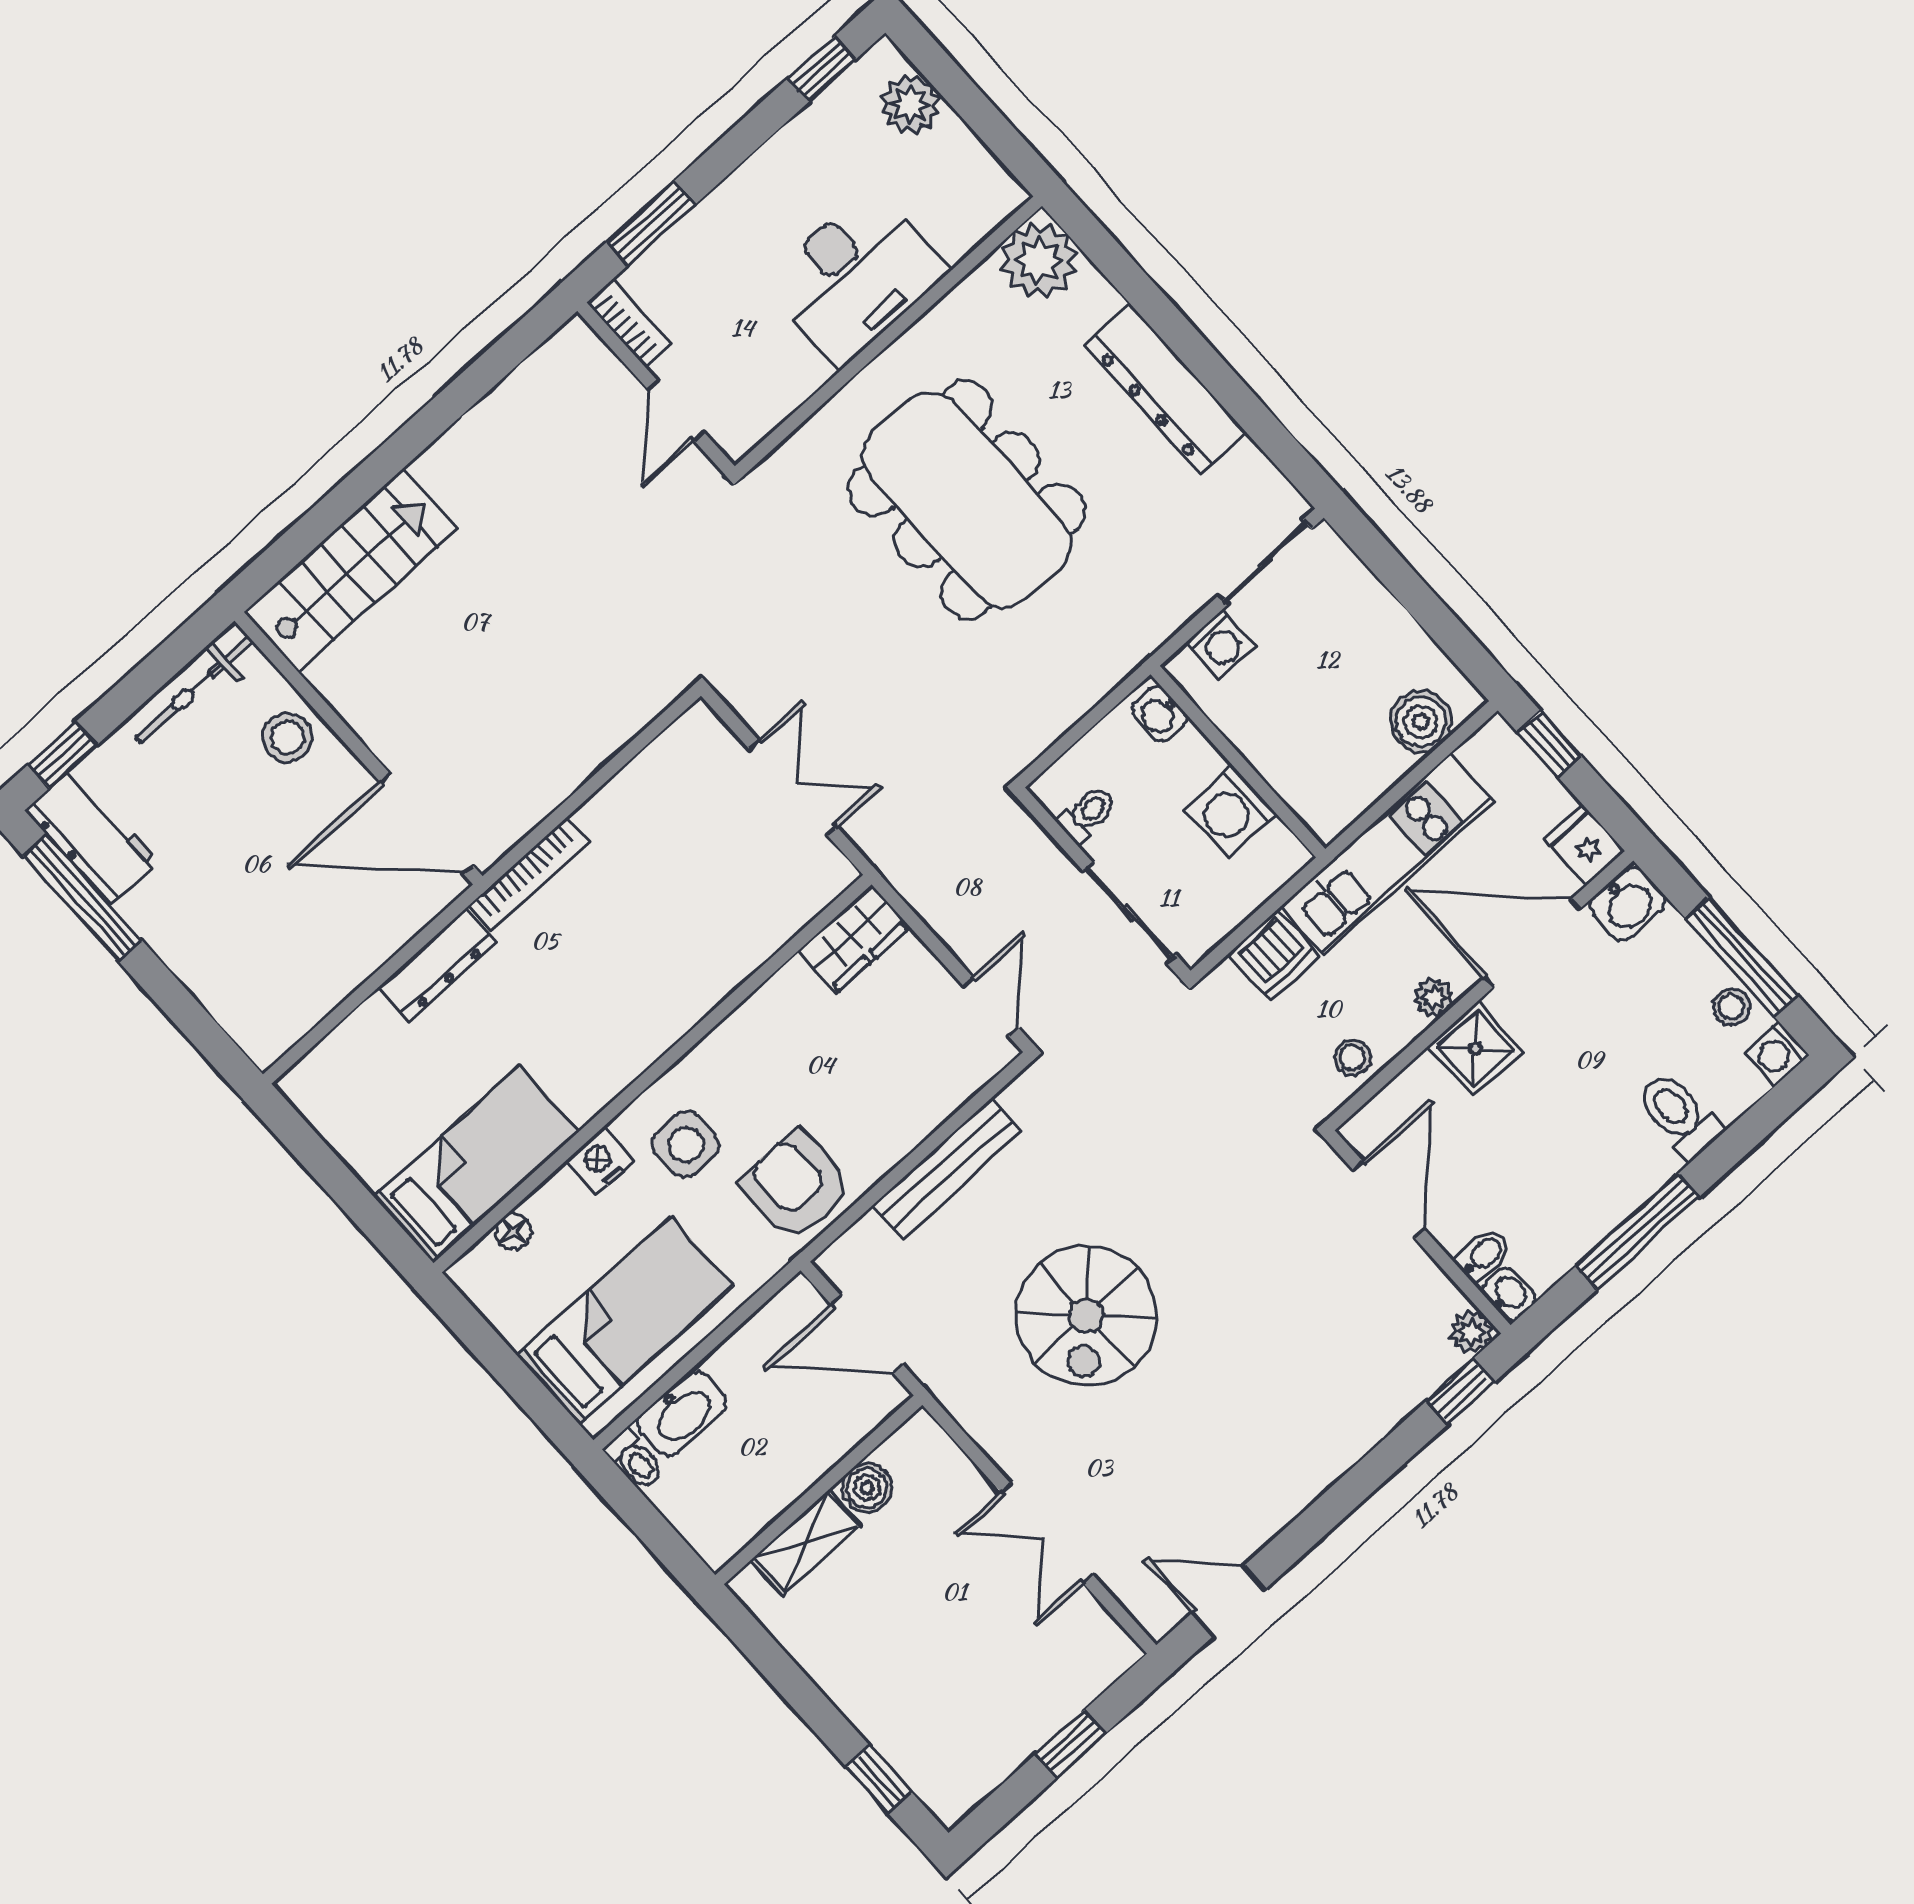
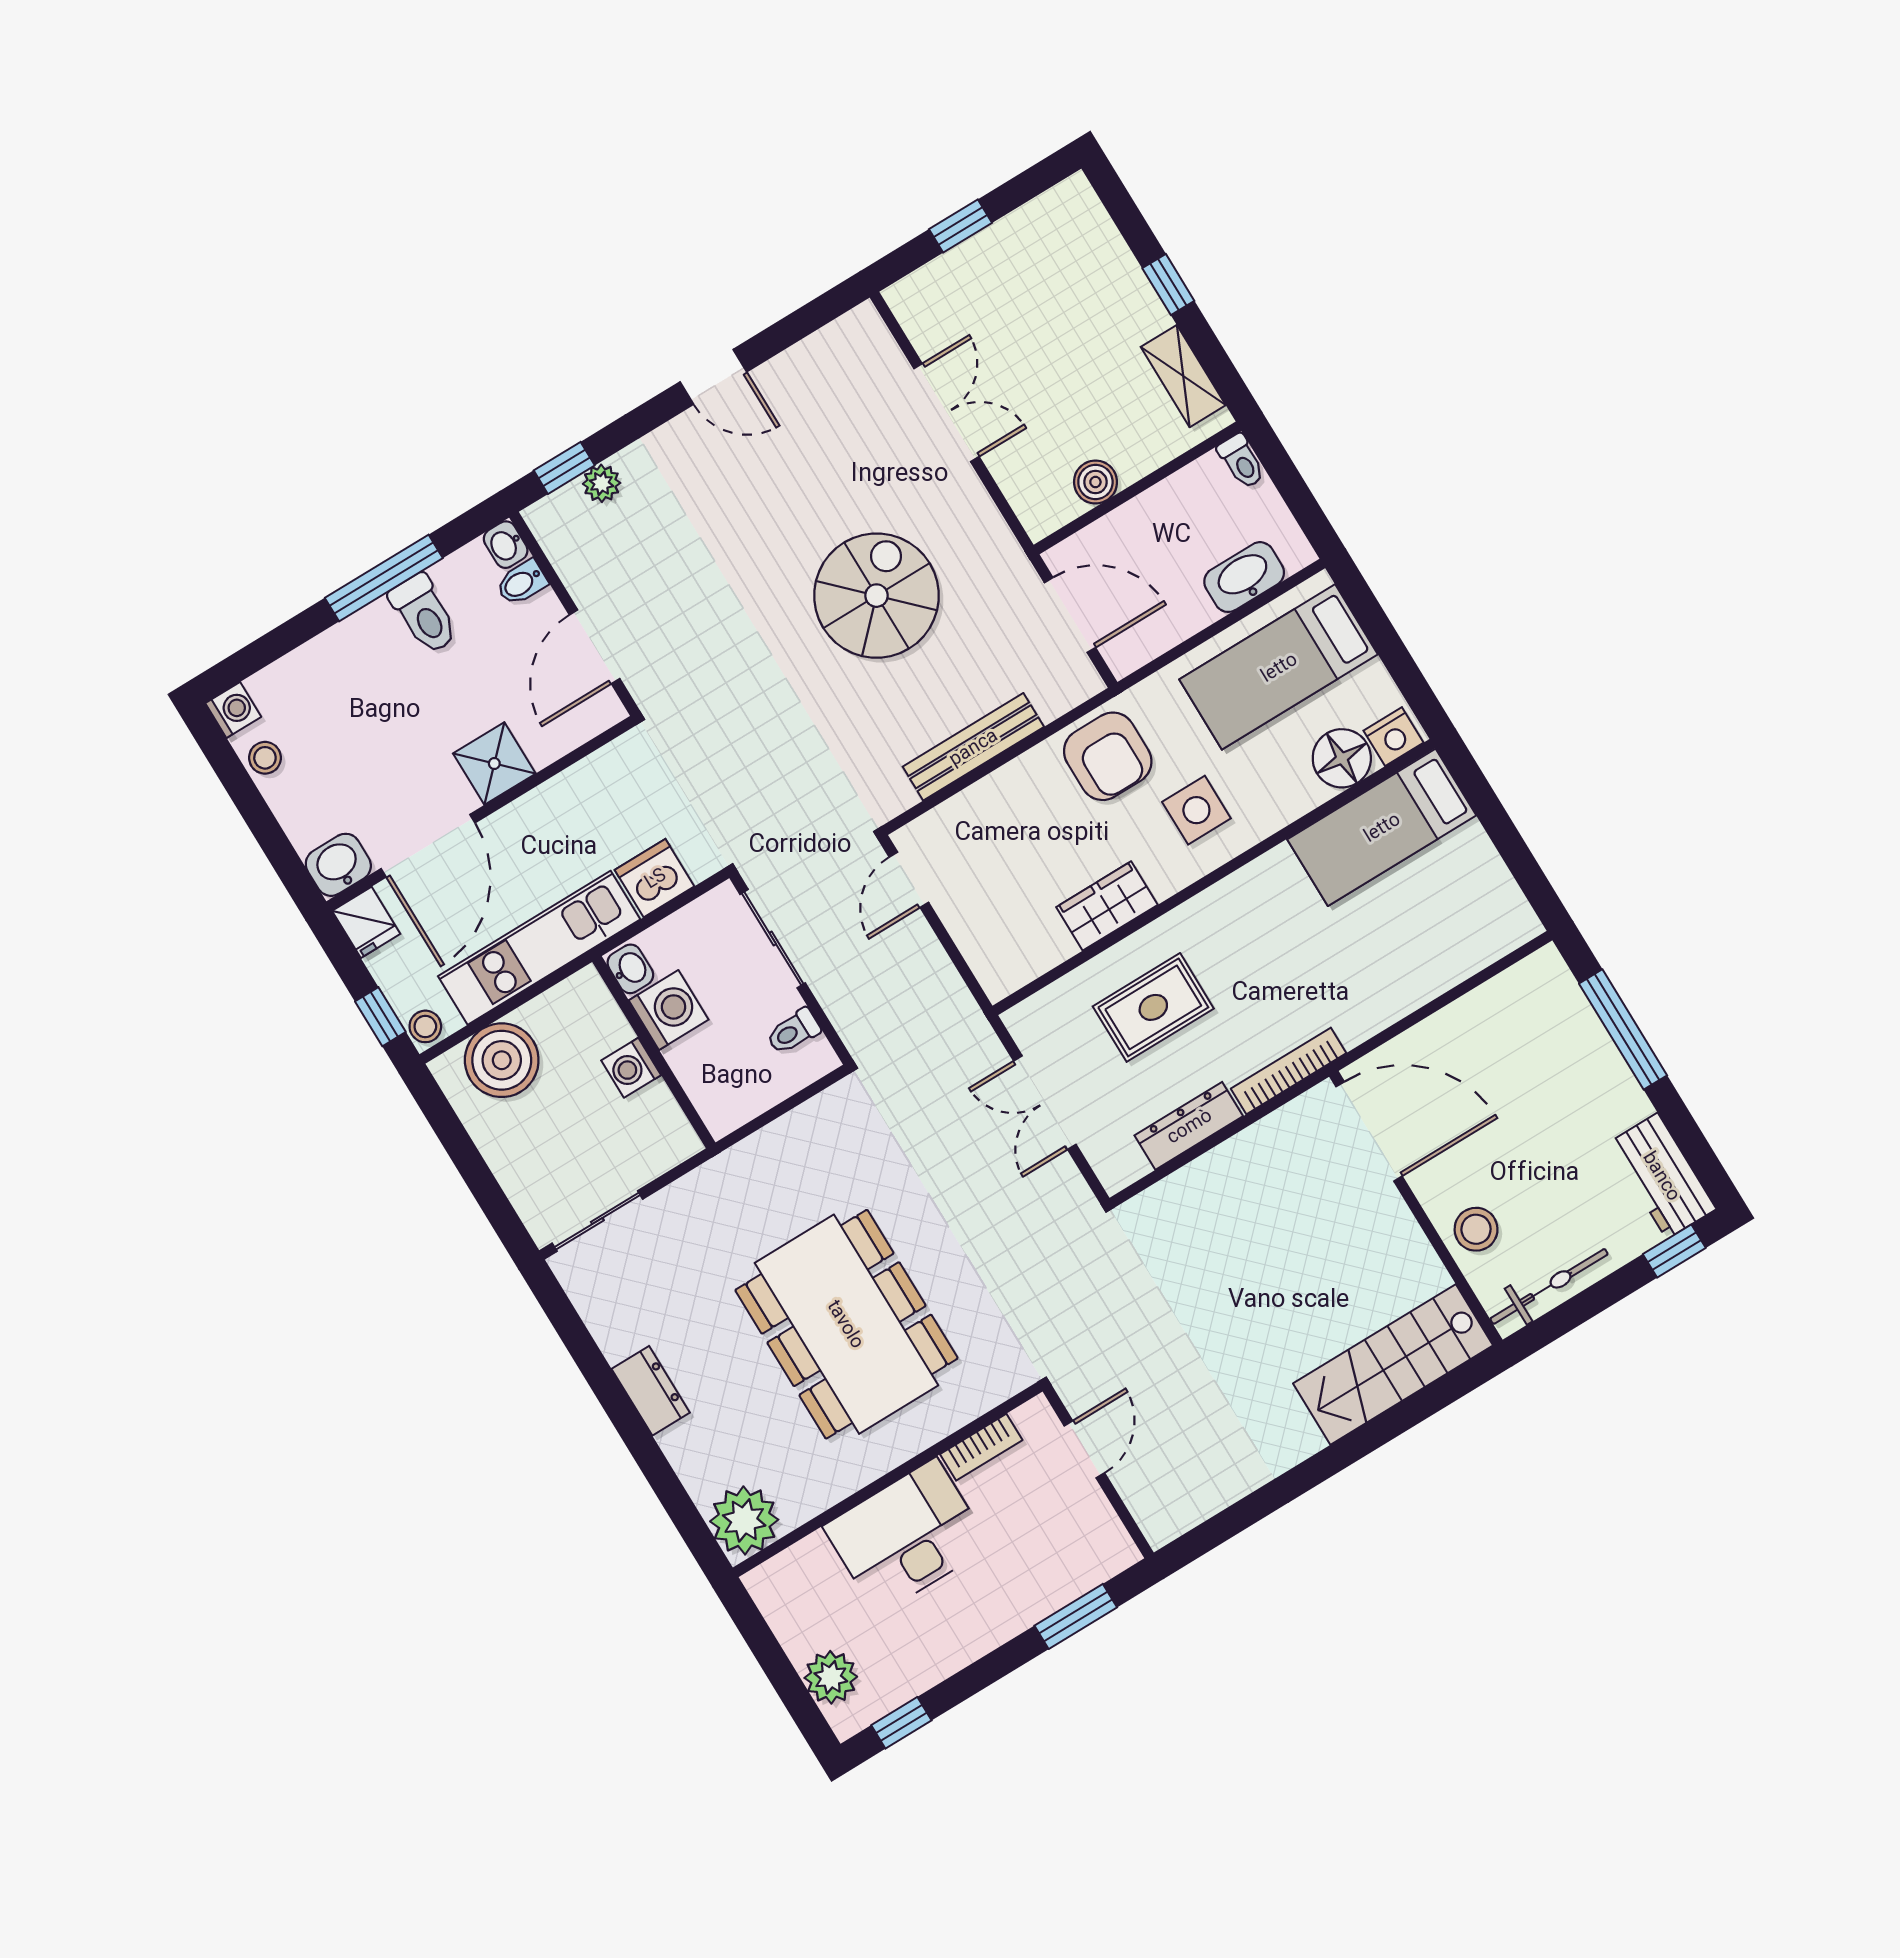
bookcase: (629, 323) -> (981, 1447), moved, turned -90
dresser: (1166, 389) -> (651, 1391), width x0.51, depth x0.80
washing machine: (1220, 645) -> (631, 1068), moved, turned -90
washbasin: (1159, 714) -> (630, 969), moved
boiler: (1421, 722) -> (502, 1060), width x1.37, depth x1.37
window: (82, 898) -> (1623, 1029), moved
rug: (692, 916) -> (1153, 1007), added
wardrobe: (854, 939) -> (1107, 906), moved
door: (1532, 944) -> (428, 846), hinge flipped
window: (1742, 957) -> (248, 800), removed
dresser: (437, 965) -> (1189, 1126), moved
plant: (1434, 998) -> (522, 815), removed
stool: (1353, 1057) -> (425, 1026), moved
toilet: (1679, 1115) -> (424, 614), moved
nightstand: (600, 1162) -> (1393, 737), moved
floor lamp: (513, 1231) -> (1342, 758), width x1.89, depth x1.89
plant: (1471, 1332) -> (602, 483), moved
toilet: (635, 1459) -> (1241, 461), moved, turned 180
shelving: (806, 1542) -> (1183, 376), moved, turned 90
door: (1229, 1601) -> (713, 377), moved
window: (879, 1779) -> (1168, 285), moved

